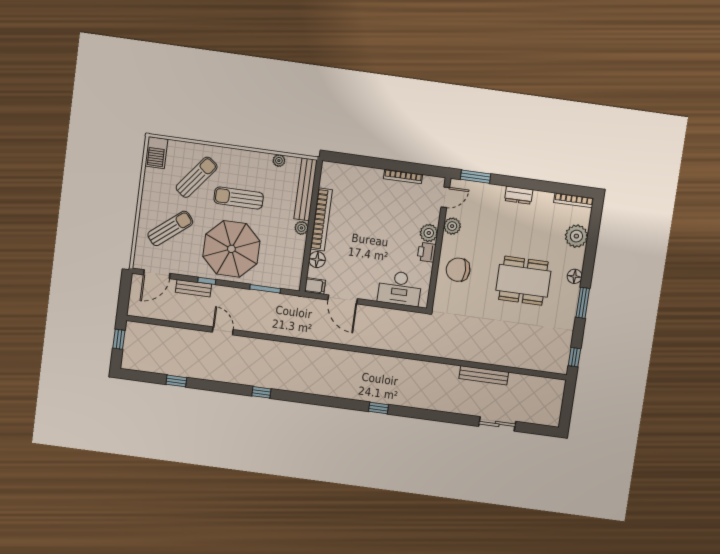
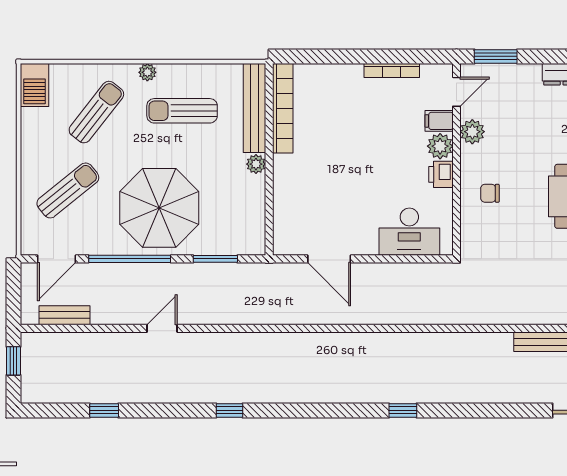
plant: (279, 161) -> (147, 72), moved
sun lounger: (239, 198) -> (182, 111), moved
bookcase: (321, 219) -> (283, 108), moved
floor lamp: (317, 260) -> (284, 206), removed
chair: (458, 270) -> (490, 193), width x0.54, depth x0.54
window: (207, 281) -> (130, 259), width x3.17
filing cabinet: (315, 286) -> (439, 121), moved, turned 180
bench: (193, 288) -> (64, 315), moved
door: (223, 331) -> (162, 328), hinge flipped

